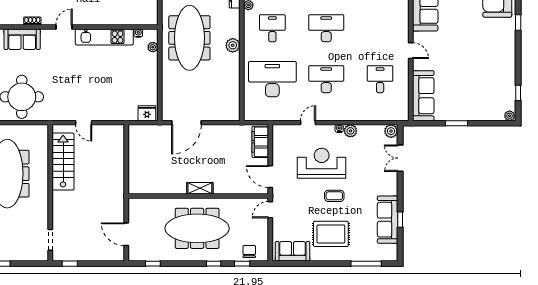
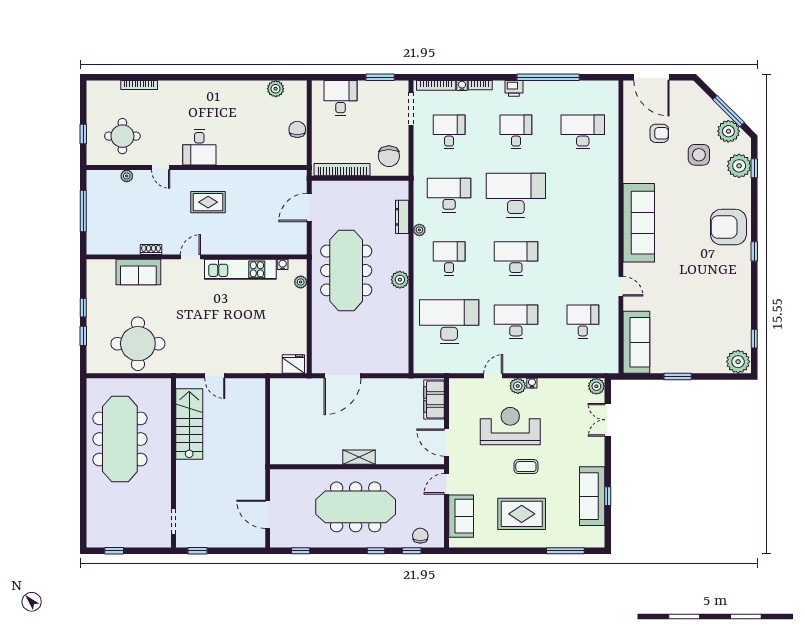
plant: (510, 116) -> (738, 362), width x1.88, depth x1.88
plant: (350, 131) -> (518, 386), moved
sofa: (293, 251) -> (461, 516), moved, turned 90

